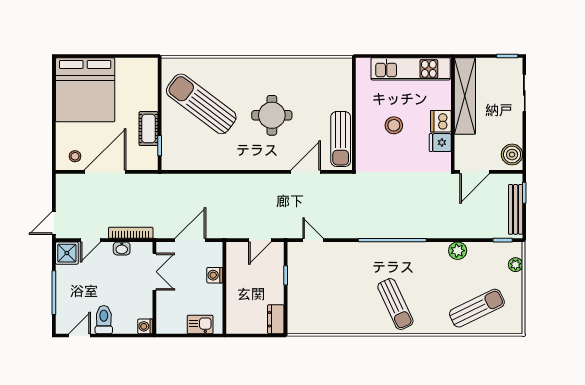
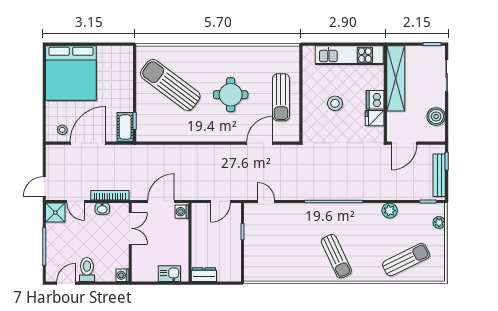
cot: (149, 129) -> (125, 127), moved
sun lounger: (341, 139) -> (281, 97), moved
boiler: (512, 155) -> (436, 116), moved
door: (91, 240) -> (76, 201), hinge flipped
washing machine: (215, 275) -> (182, 212), moved
dresser: (276, 319) -> (204, 275), moved, turned 90

